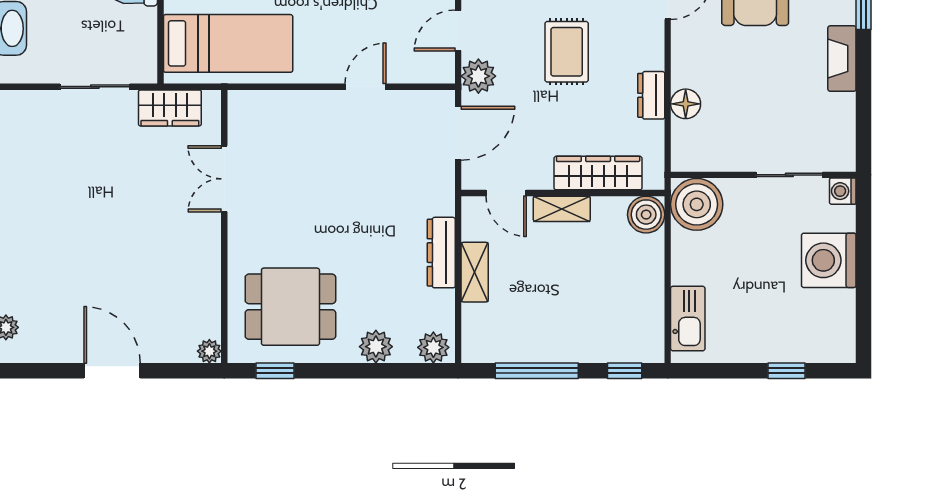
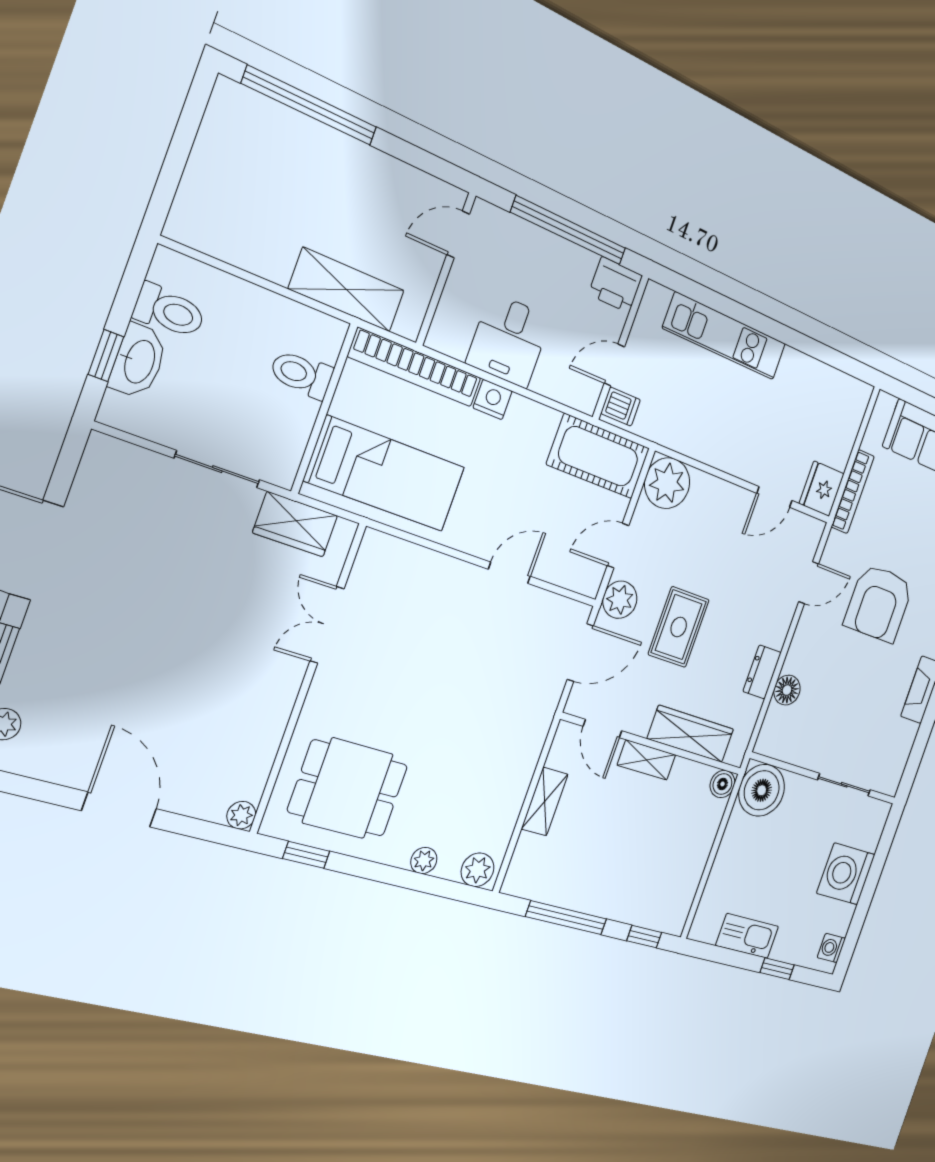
rug: (567, 52) -> (679, 627), moved
washing machine: (843, 191) -> (831, 948), moved
boiler: (646, 215) -> (722, 784), width x0.73, depth x0.73
dresser: (441, 253) -> (520, 772), removed
kitchen sink: (688, 319) -> (747, 936), moved, turned -90
plant: (376, 347) -> (424, 861), width x0.73, depth x0.73

